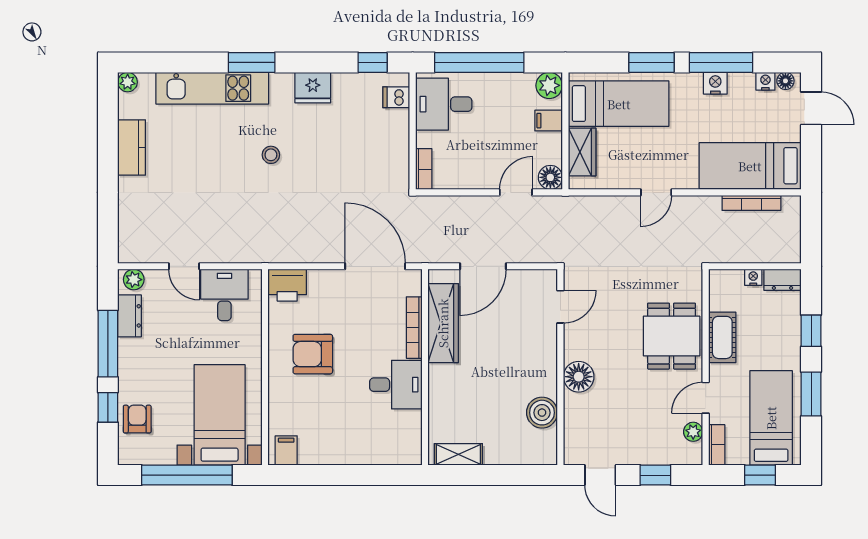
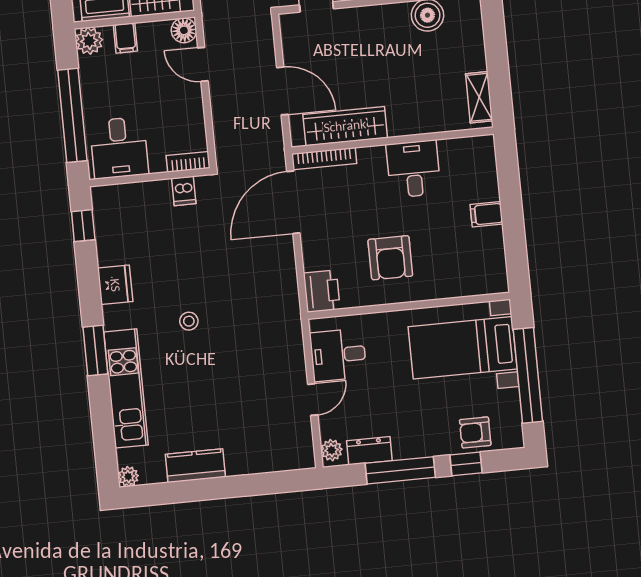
dishwasher: (396, 97) -> (184, 191), moved
bookcase: (414, 328) -> (324, 159), moved
filing cabinet: (286, 450) -> (487, 214), moved

